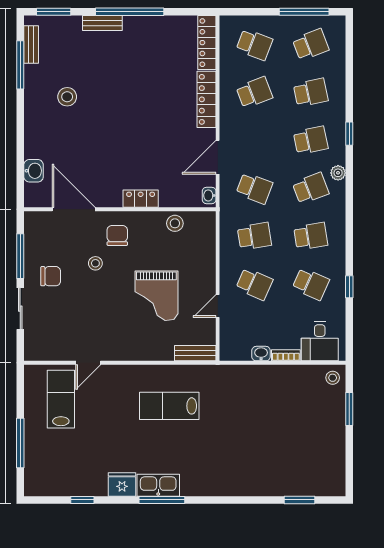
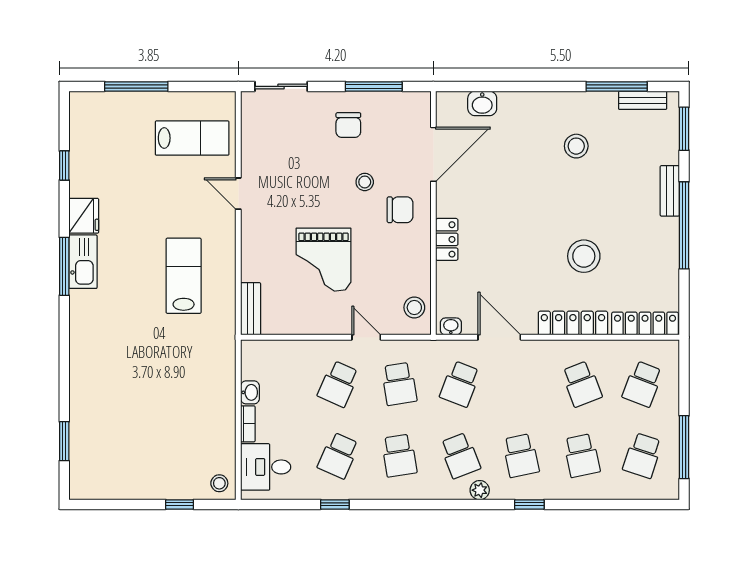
school desk: (311, 45) -> (643, 455), turned 39
stool: (154, 91) -> (584, 256), added
stool: (175, 223) -> (414, 307), moved
grand piano: (156, 296) -> (323, 260), turned -90
door: (218, 306) -> (366, 337), moved
sliding door: (20, 309) -> (281, 86), moved
door: (88, 363) -> (238, 194), moved
window: (349, 409) -> (180, 504), width x0.67

